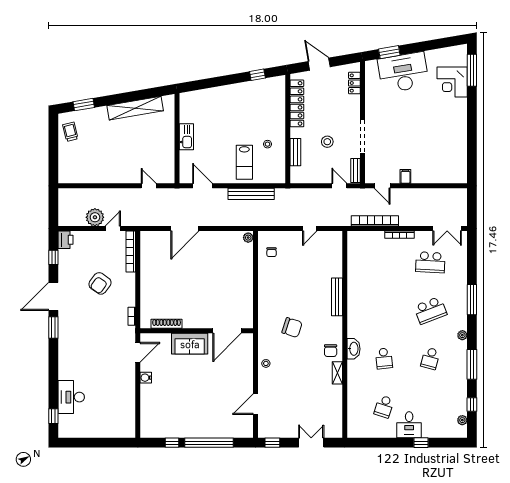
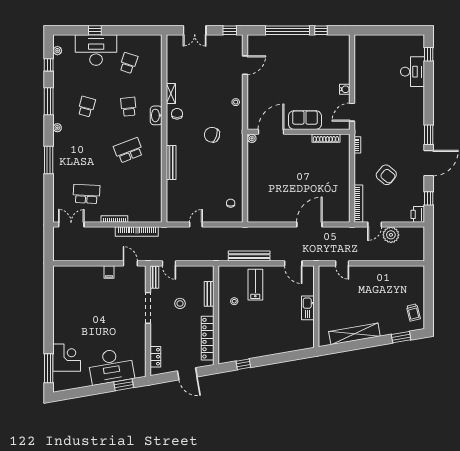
plant: (248, 238) -> (252, 138), moved
armchair: (100, 283) -> (386, 175), turned 93
school desk: (430, 310) -> (129, 150), moved
desk: (409, 425) -> (96, 50), width x1.87, depth x1.30

